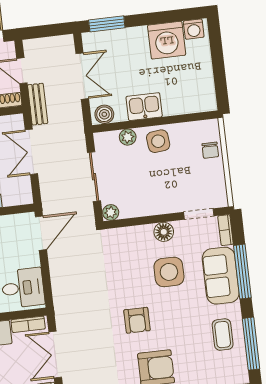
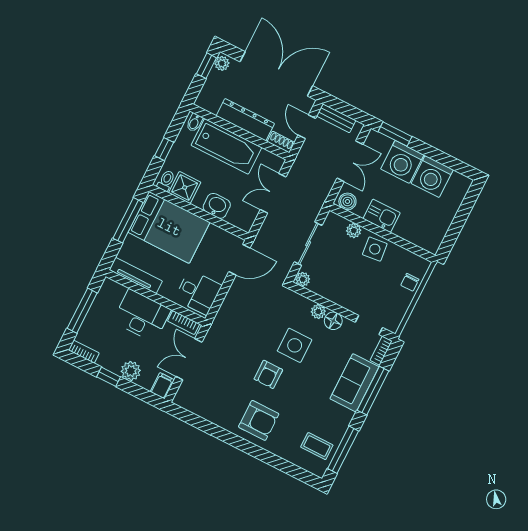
washing machine: (194, 29) -> (402, 162), moved, width x1.89, depth x1.89
bench: (38, 104) -> (336, 118), moved, turned 90
plant: (144, 232) -> (318, 311), added
side table: (169, 272) -> (295, 345), moved
coffee table: (223, 335) -> (317, 446), moved, turned 90

